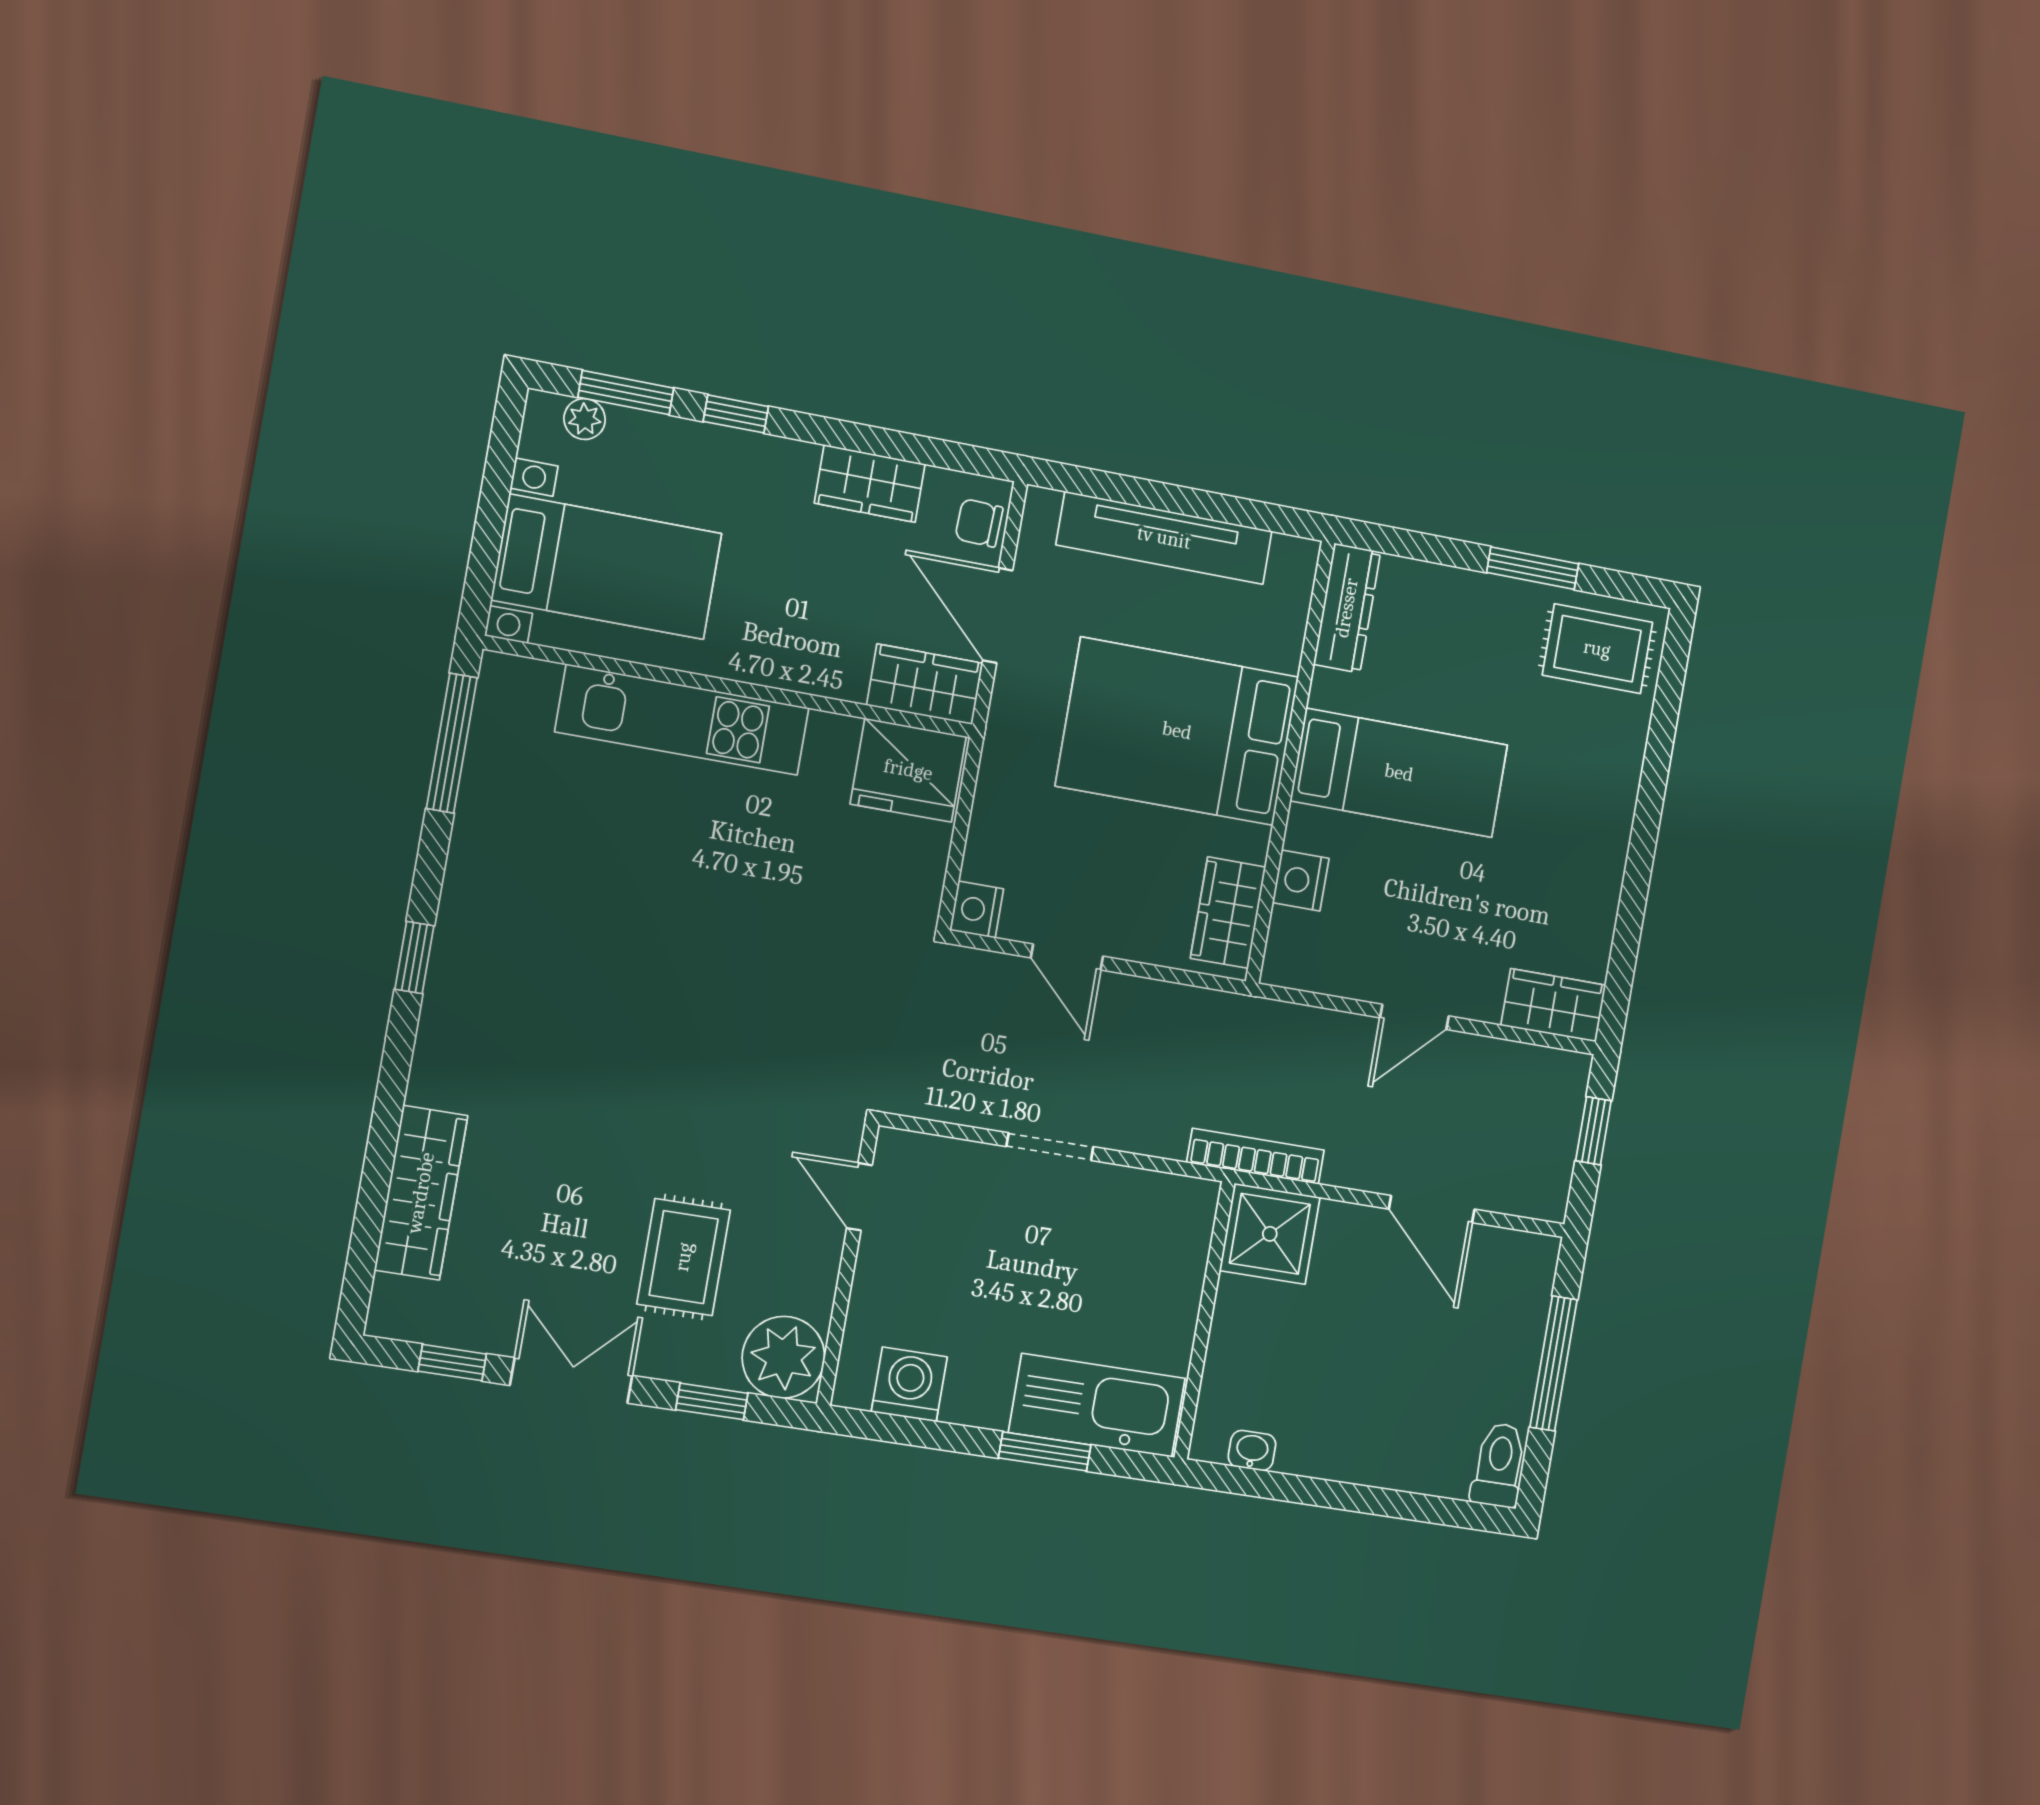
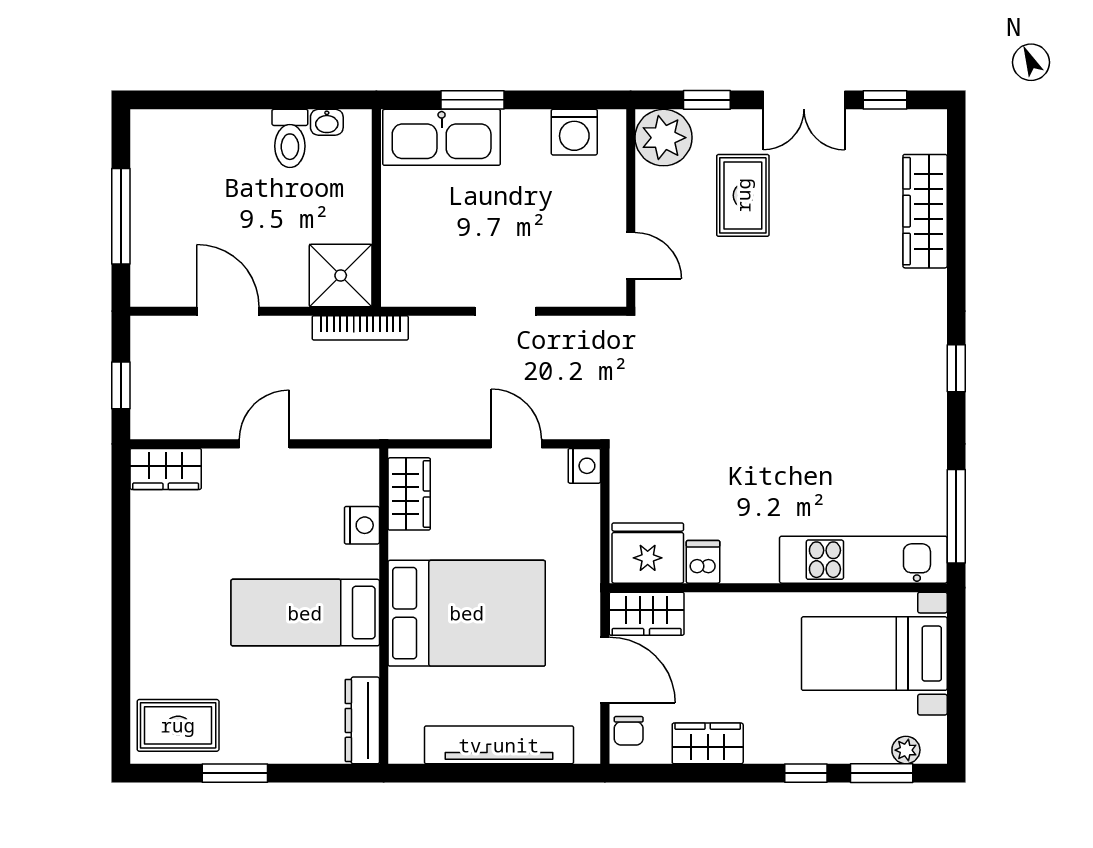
chair: (979, 523) -> (629, 731), turned 88
kitchen unit: (682, 720) -> (863, 560), moved
dishwasher: (832, 743) -> (703, 562), added
toilet: (1499, 1465) -> (290, 138), moved

